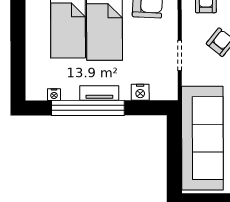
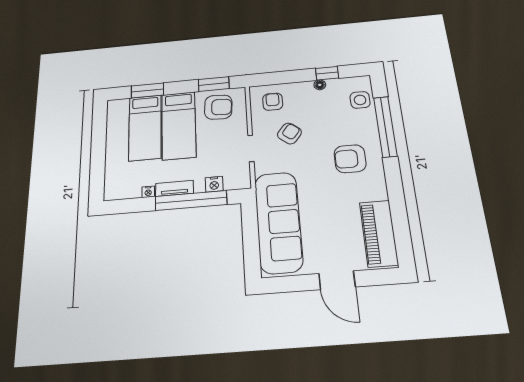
nightstand: (54, 95) -> (148, 192), moved
window: (88, 108) -> (191, 200), moved

